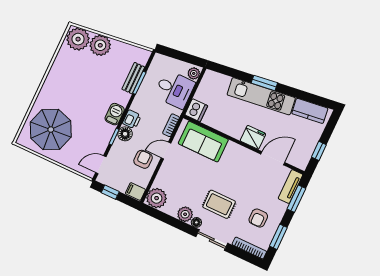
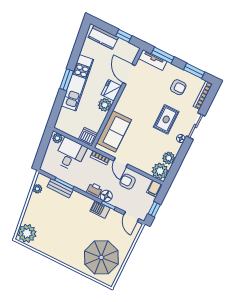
plant: (100, 45) -> (37, 189), moved, width x0.53, depth x0.53
kitchen counter: (310, 111) -> (103, 37), moved, turned 97
barbecue: (115, 114) -> (100, 209), moved
plant: (235, 130) -> (105, 105), added
plant: (185, 214) -> (169, 158), moved

